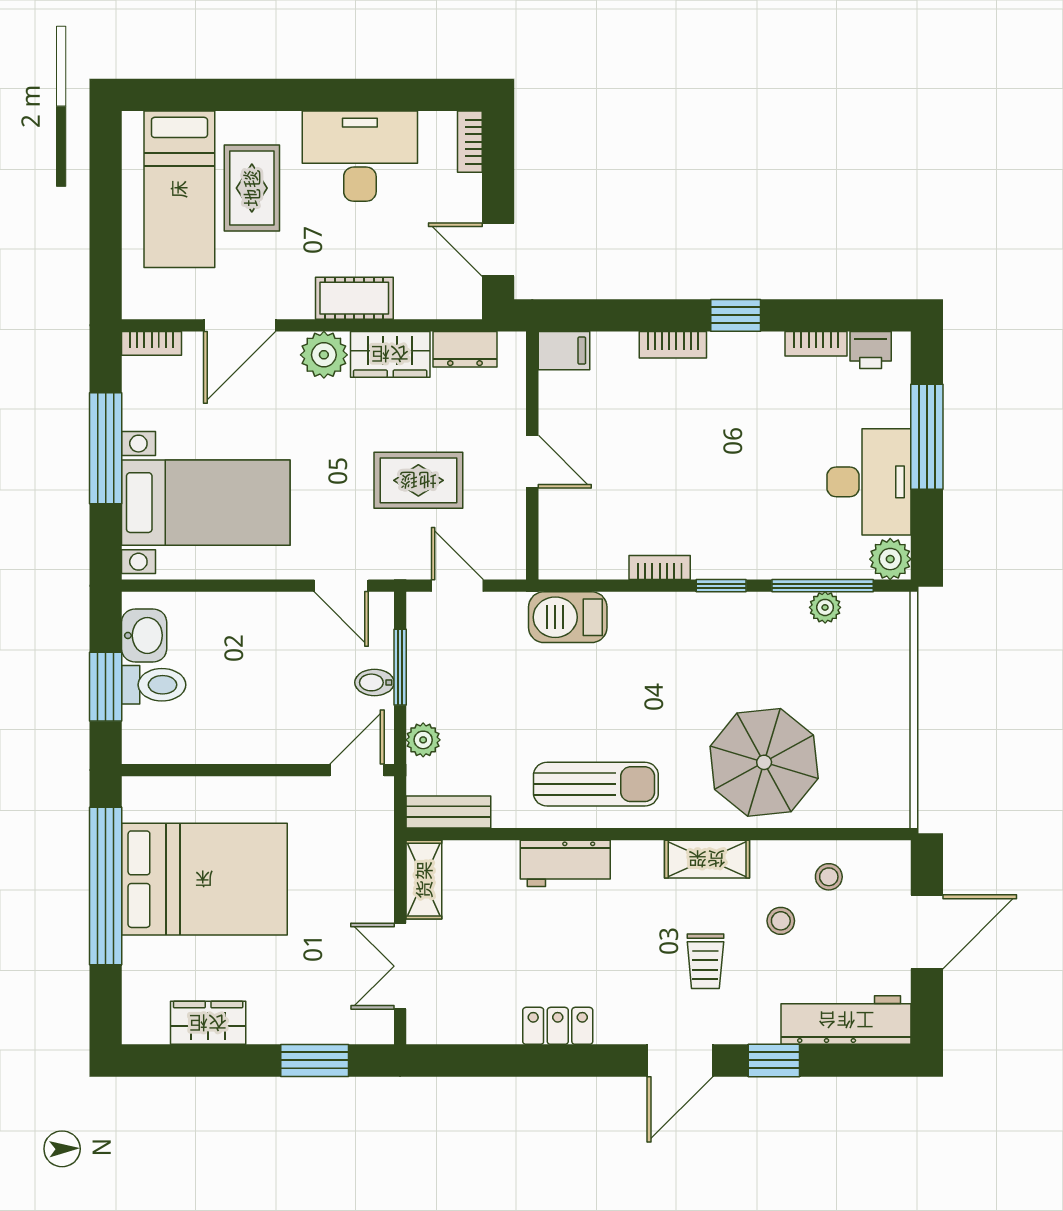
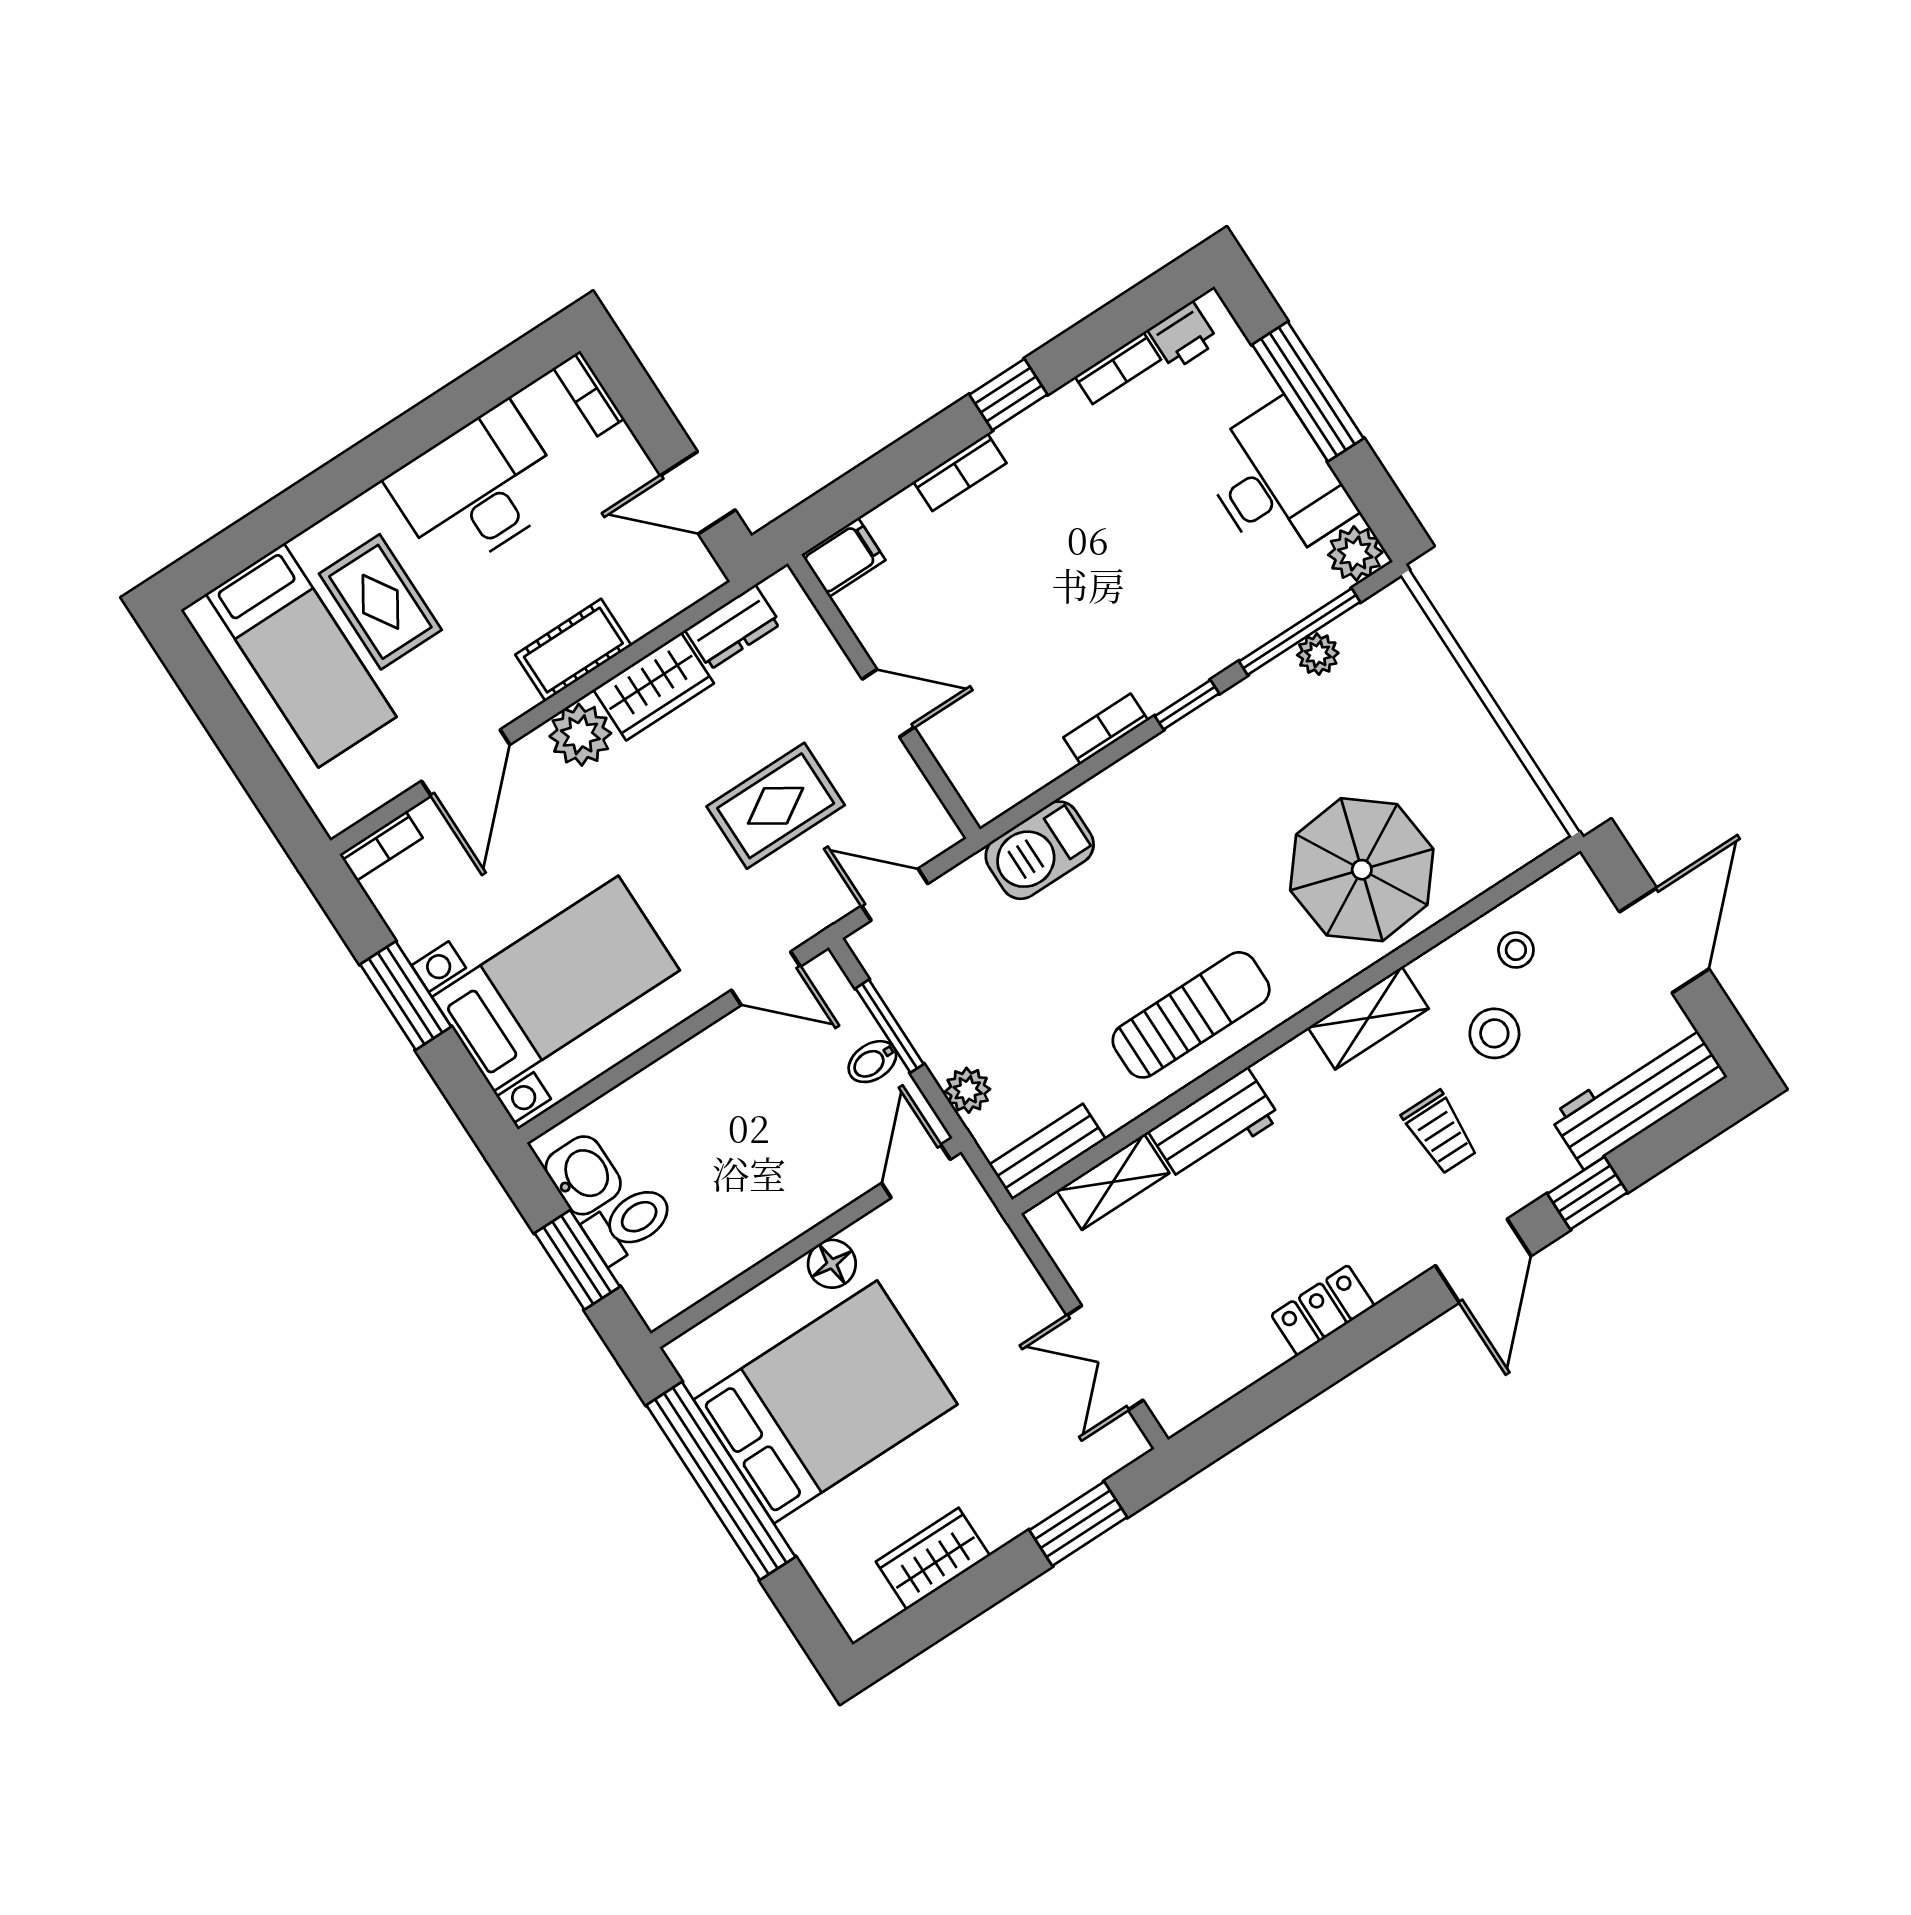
window: (106, 448) -> (406, 996), width x0.69
floor lamp: (265, 794) -> (832, 1264), added
shelving: (424, 880) -> (1113, 1182), moved, turned 90
stool: (781, 921) -> (1494, 1033), width x1.37, depth x1.37

